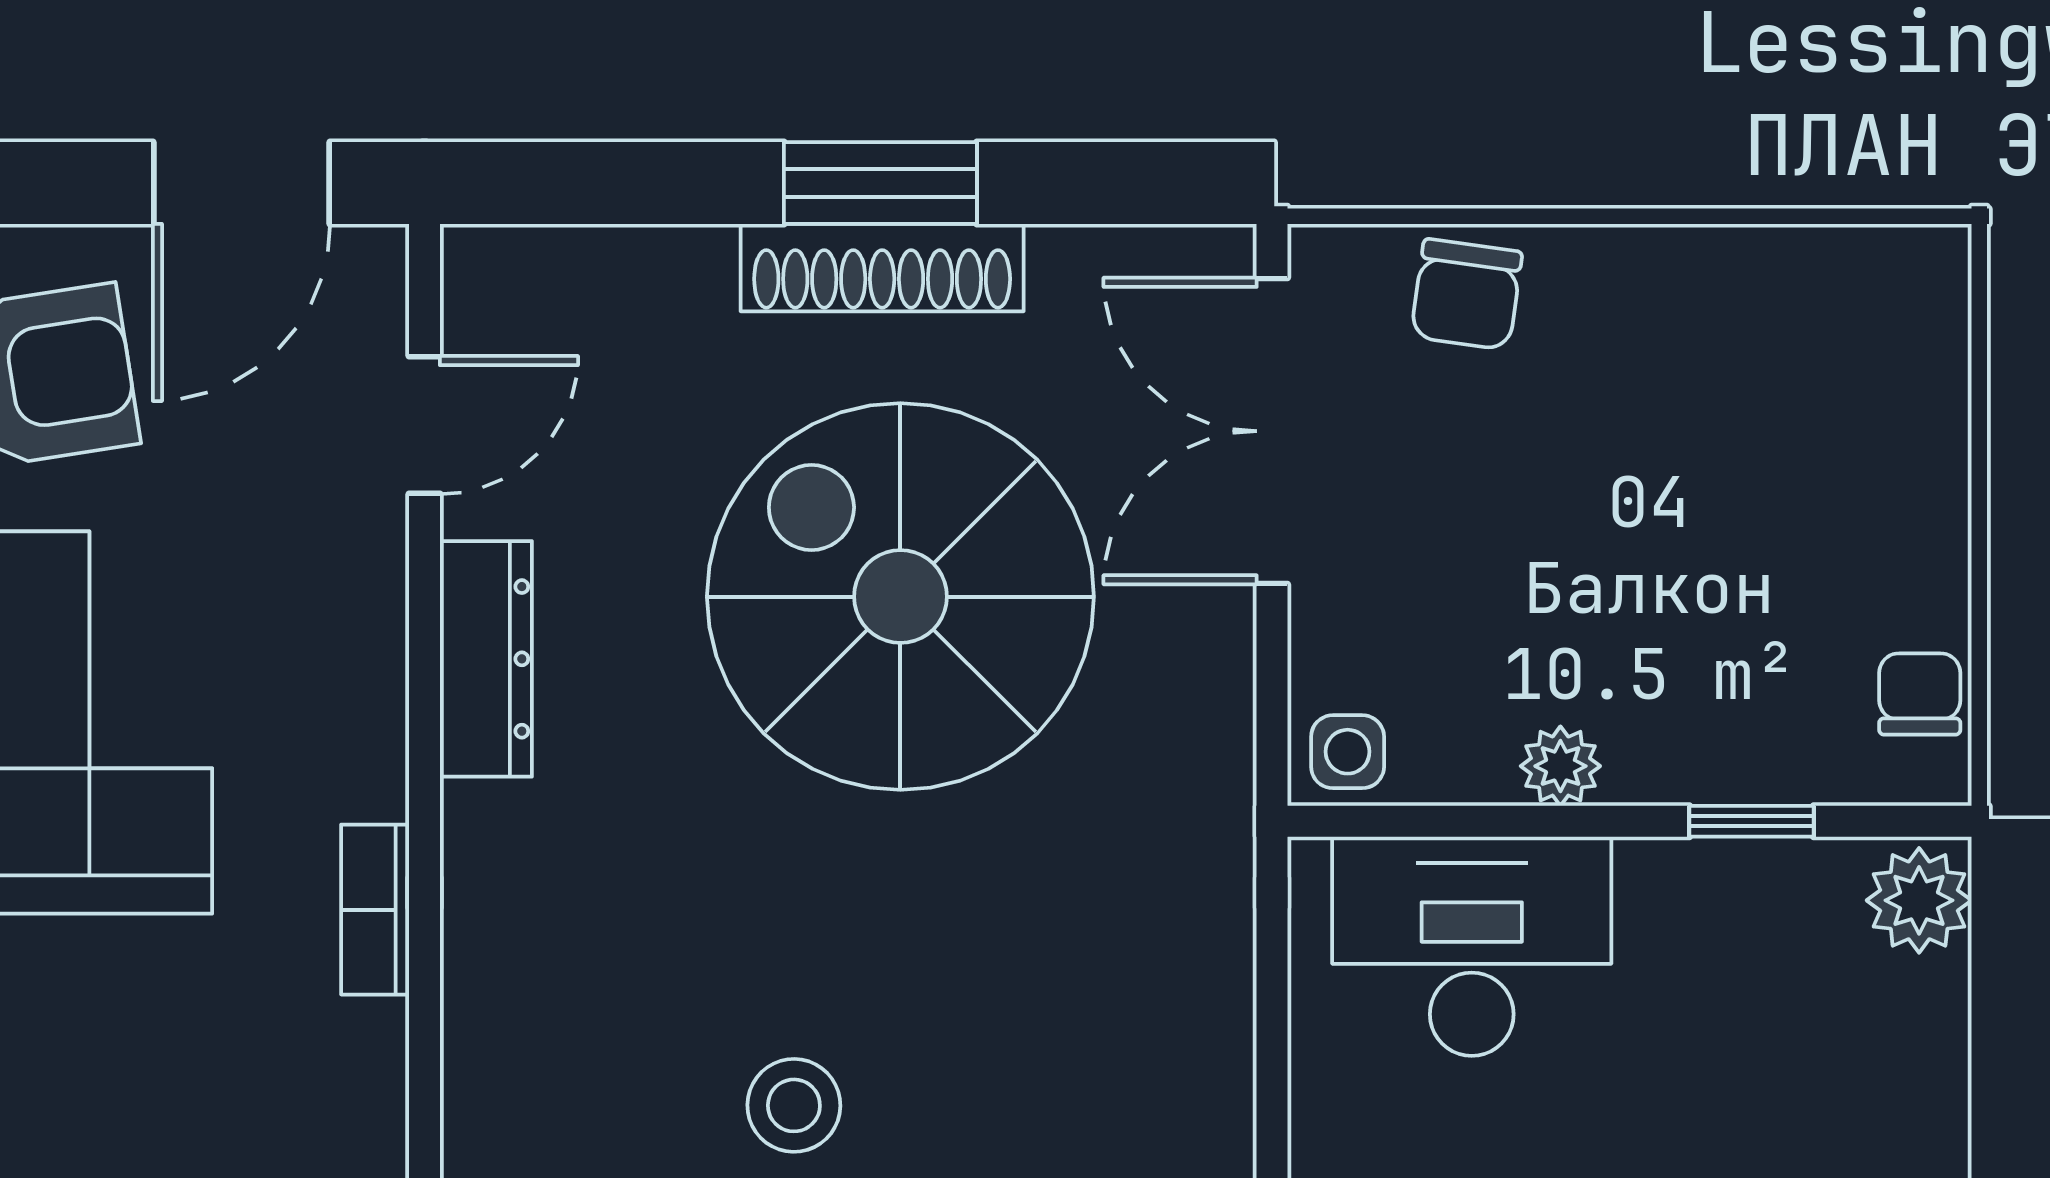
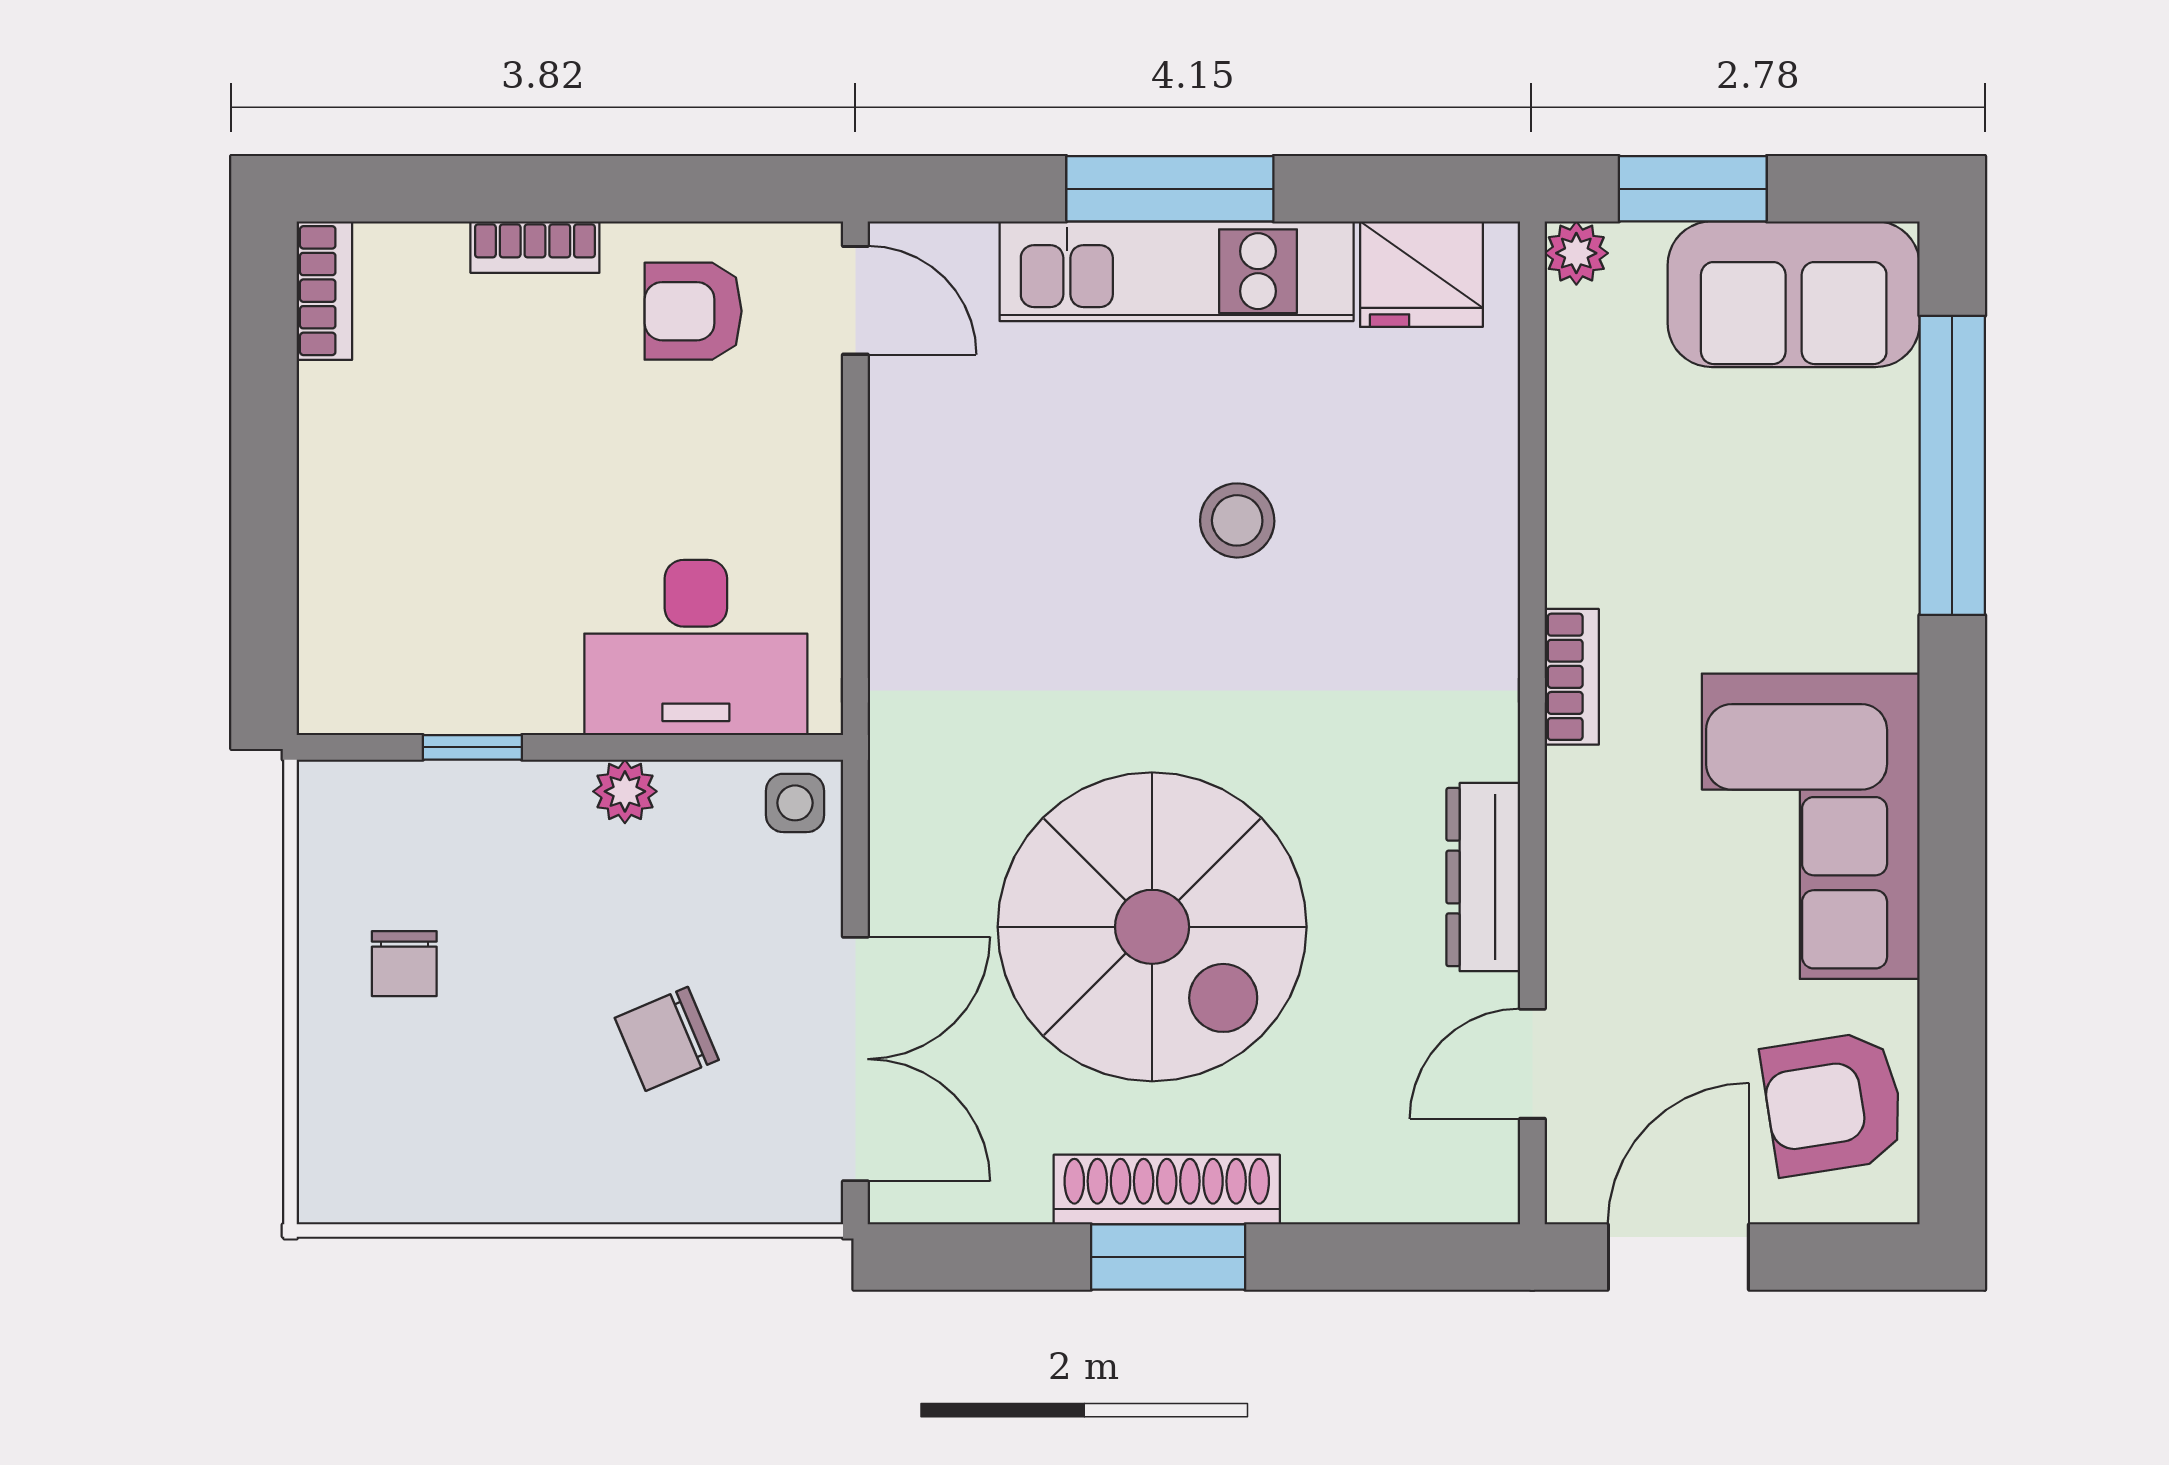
chair: (1466, 294) -> (667, 1039), moved, turned -121
chair: (1920, 694) -> (404, 964), moved
plant: (1919, 900) -> (339, 684), removed

